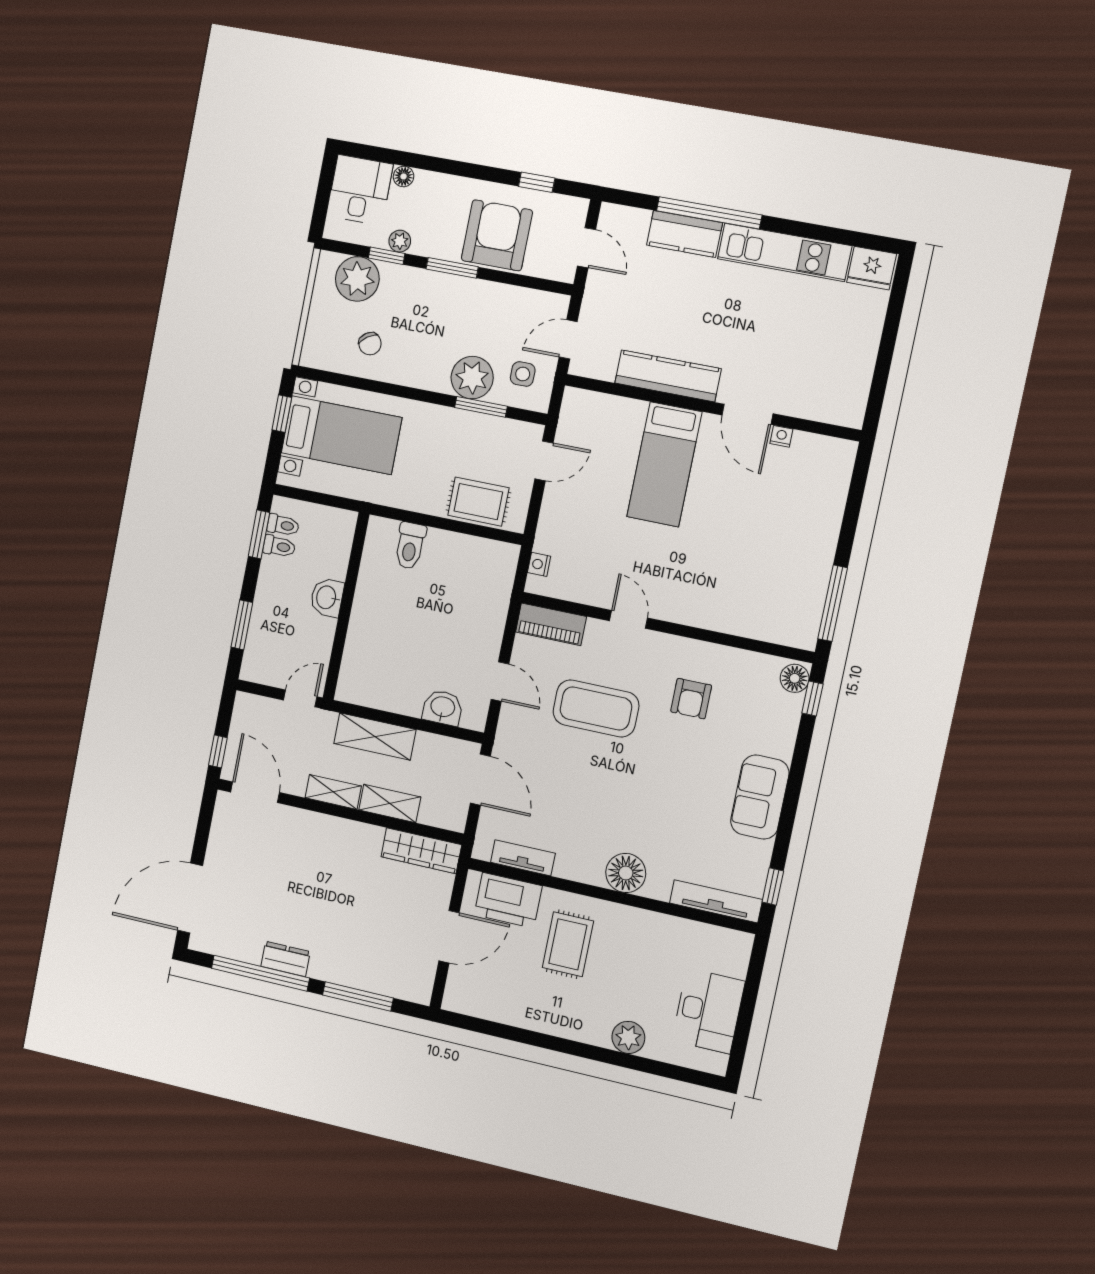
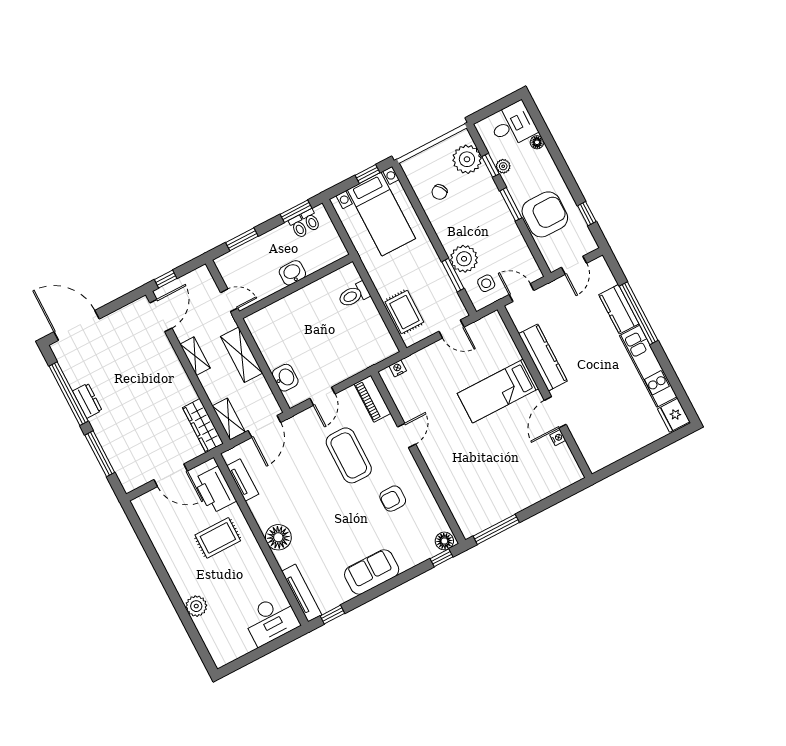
shelving: (390, 804) -> (229, 419), moved
desk: (708, 1011) -> (271, 620), moved

